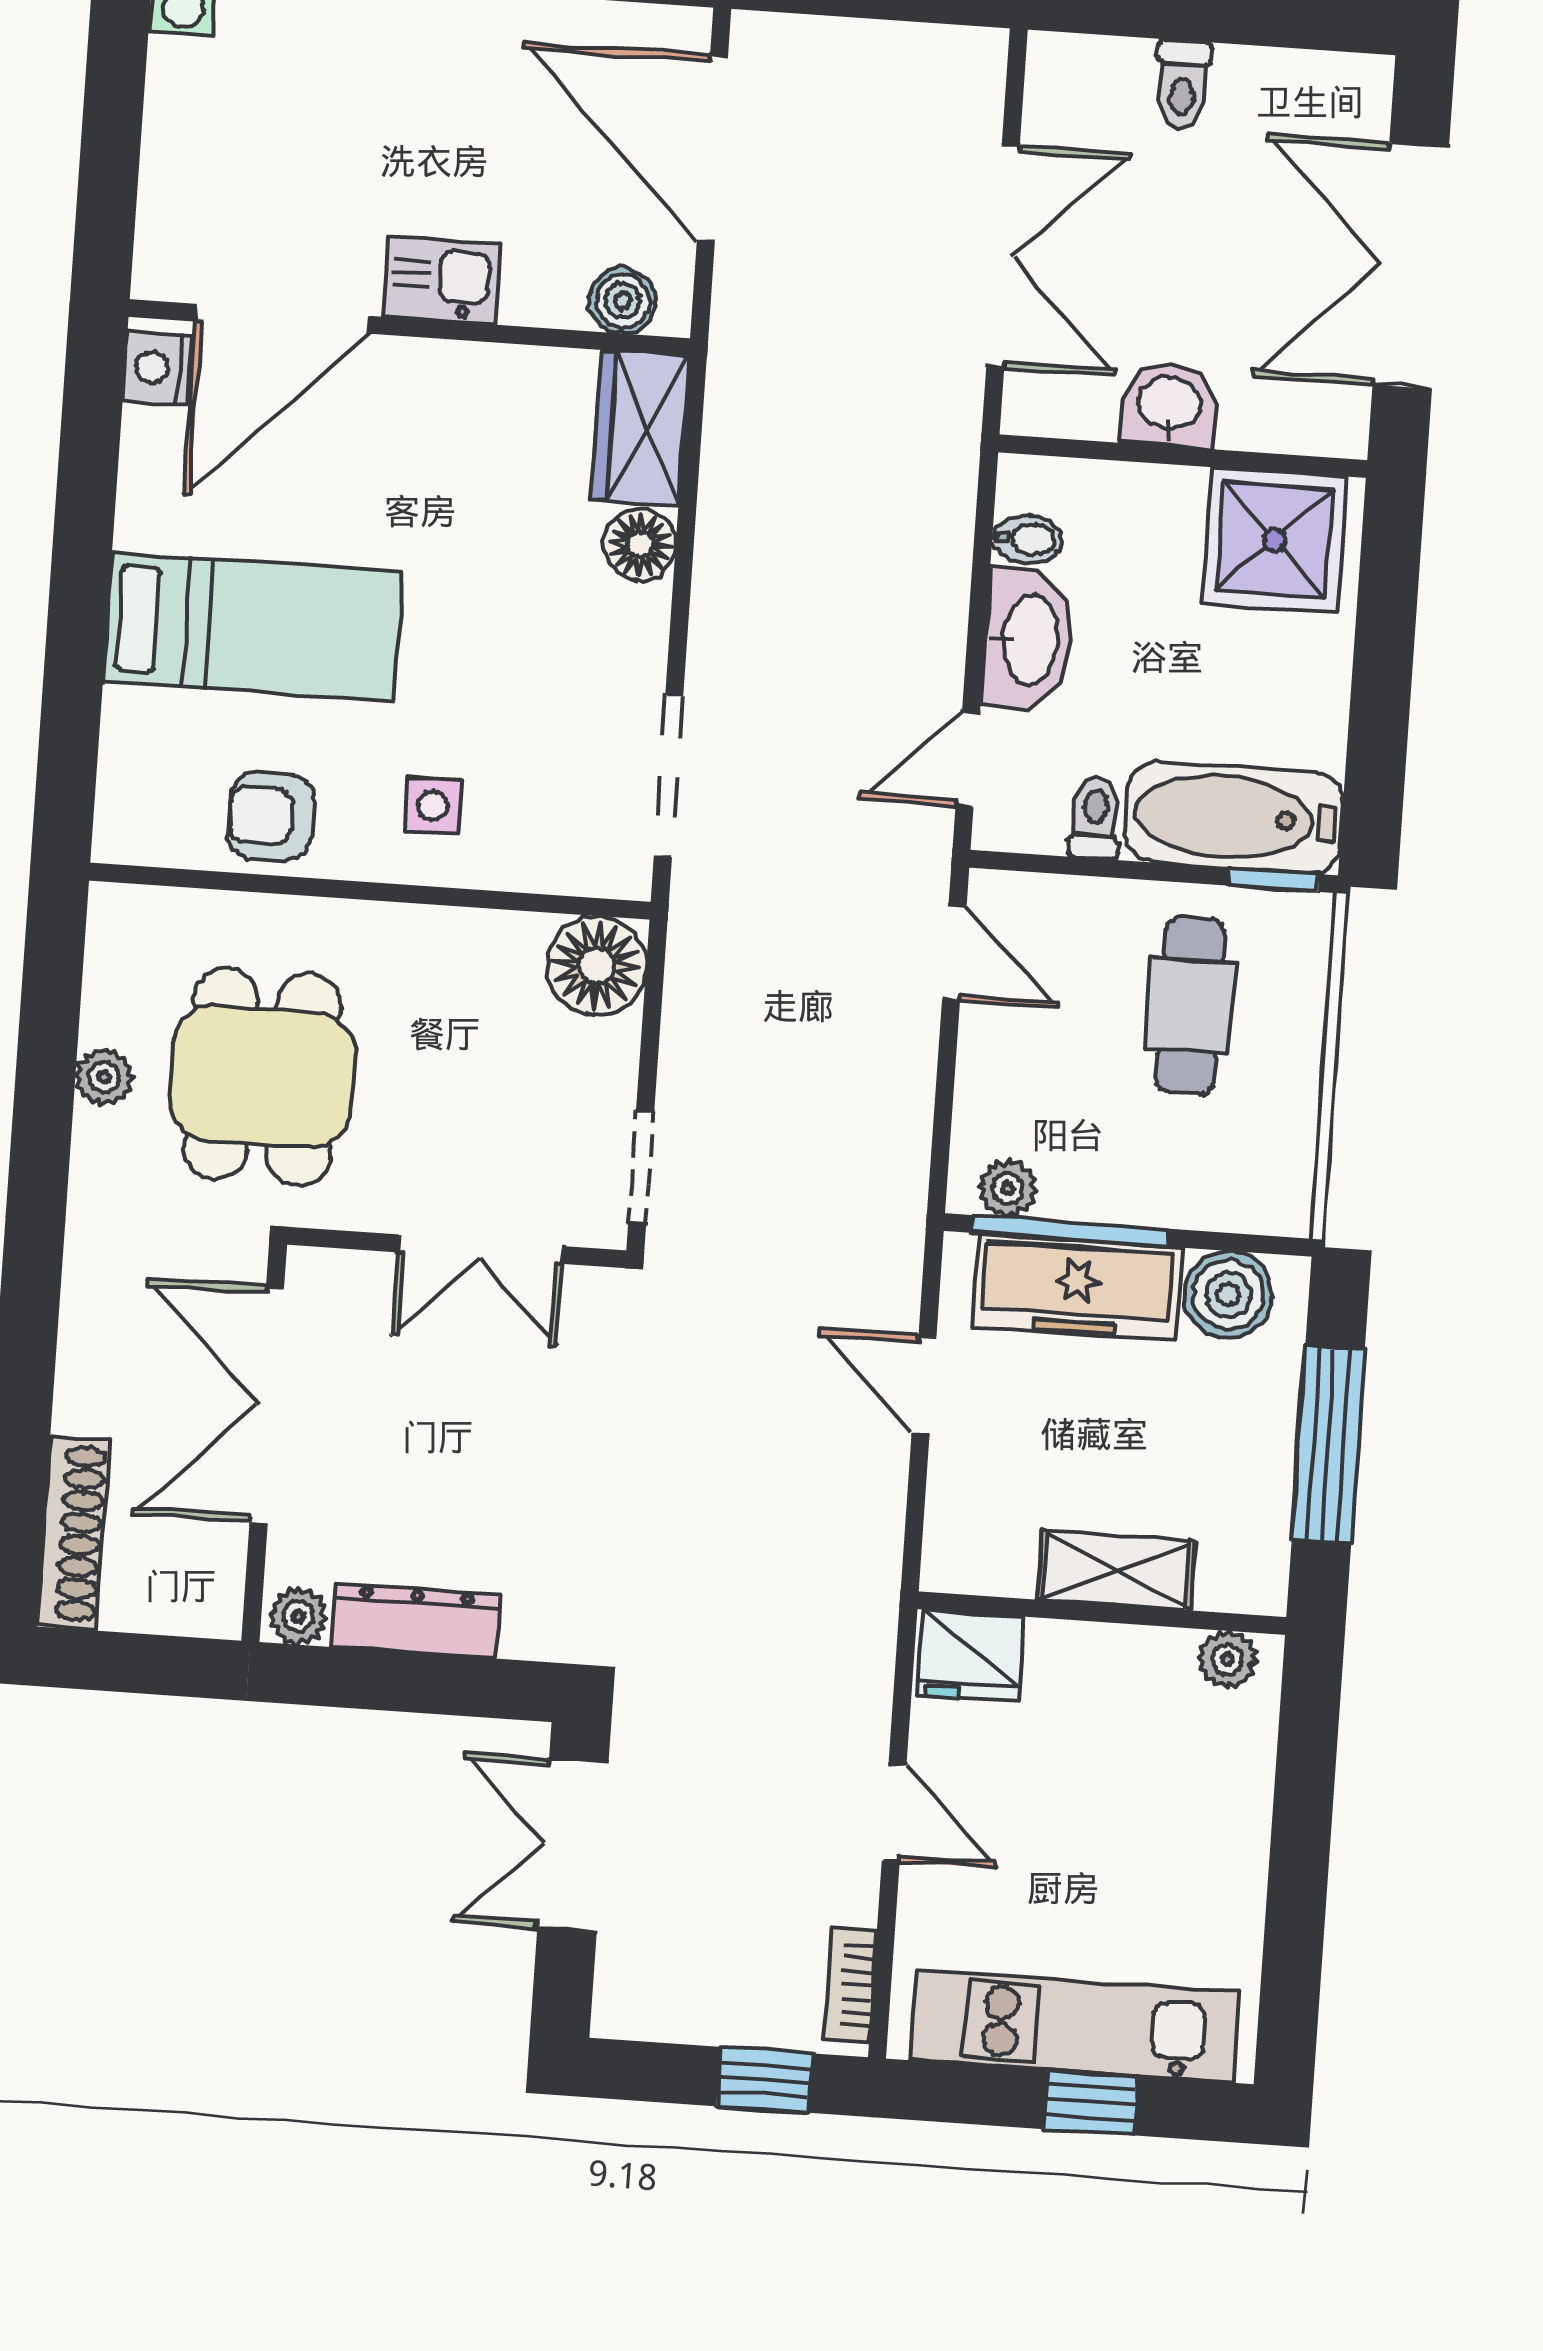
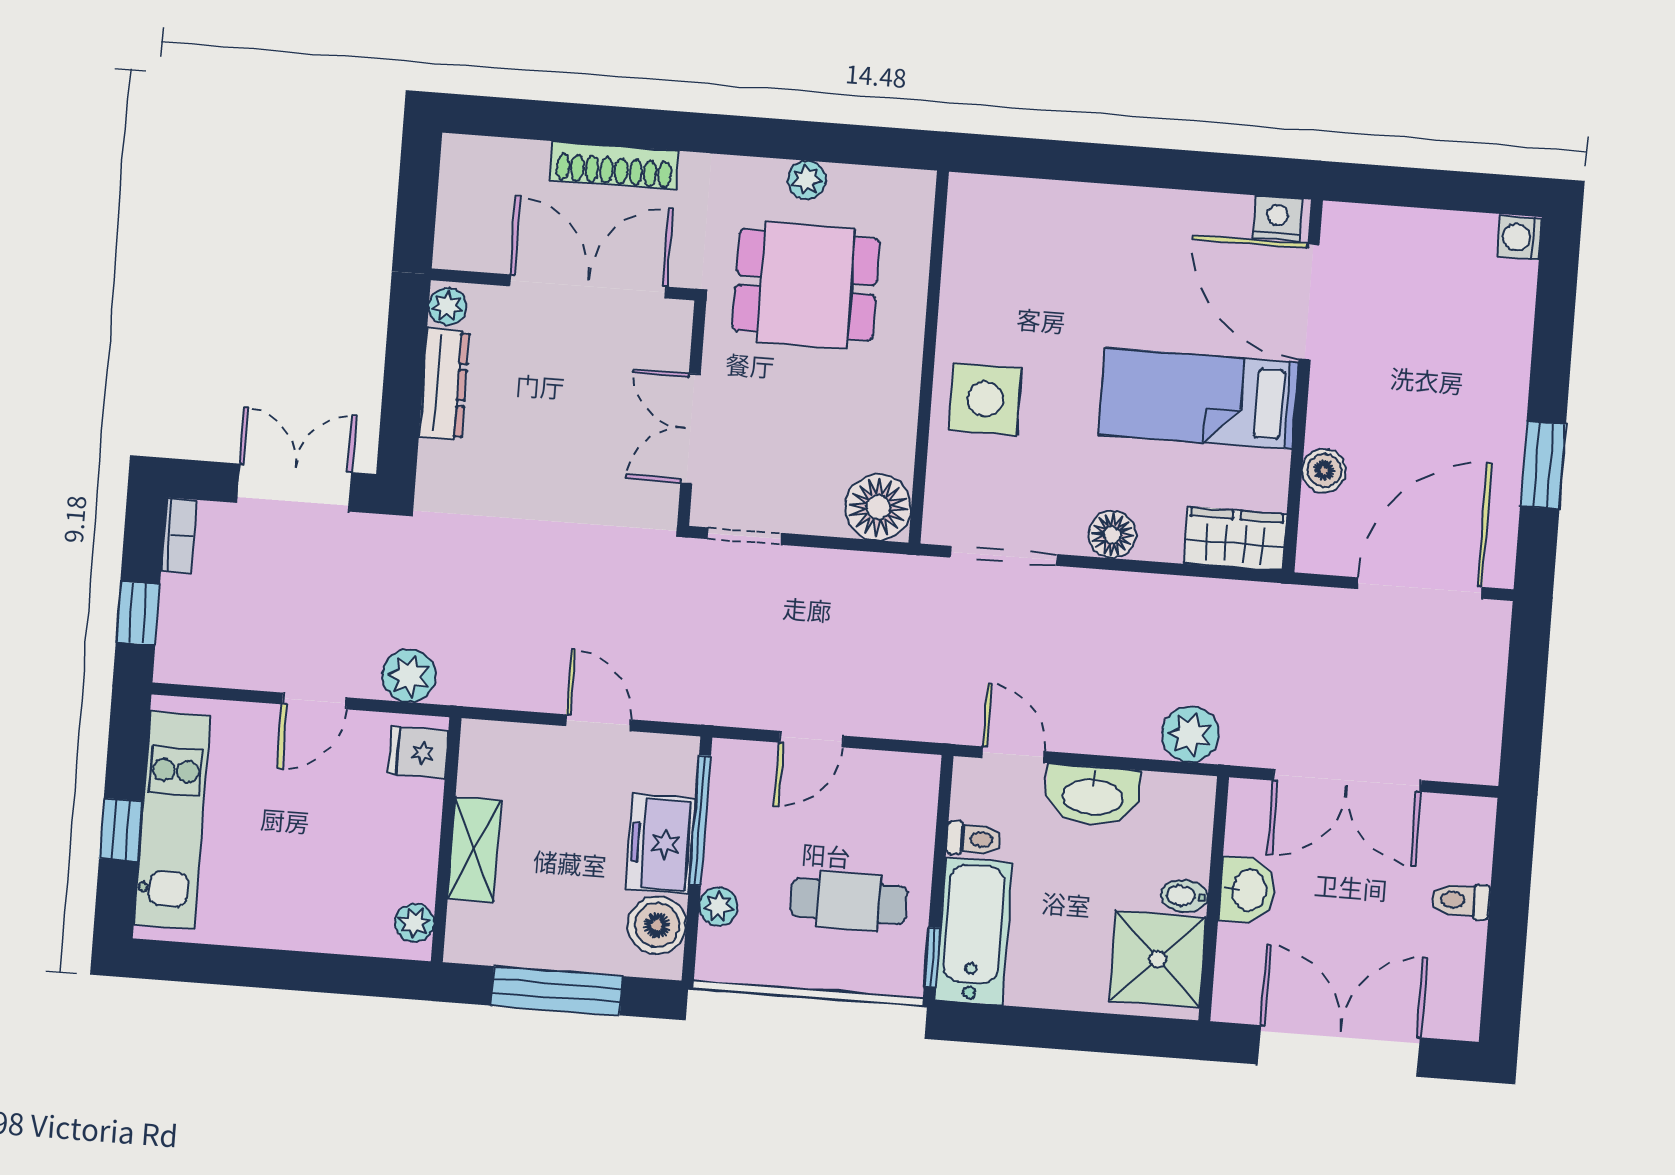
kitchen sink: (442, 280) -> (1334, 408), removed
boiler: (623, 300) -> (1324, 471), moved
plant: (935, 493) -> (1190, 734), added
bidet: (1027, 539) -> (1184, 896), moved, turned 90
floor lamp: (640, 545) -> (1112, 535), moved
bed: (253, 627) -> (1199, 399), moved, turned 90
side table: (432, 805) -> (985, 399), width x1.87, depth x1.87
armchair: (271, 816) -> (979, 292), removed
door: (954, 953) -> (811, 739), moved
plant: (1008, 1189) -> (719, 906), moved
freezer: (1077, 1288) -> (661, 844), width x0.71
door: (924, 1385) -> (598, 723), hinge flipped
shoe rack: (73, 1533) -> (614, 166), moved
fridge: (971, 1656) -> (418, 752), width x0.72
plant: (855, 1670) -> (409, 676), added
bookcase: (851, 1985) -> (179, 536), moved, turned 90

